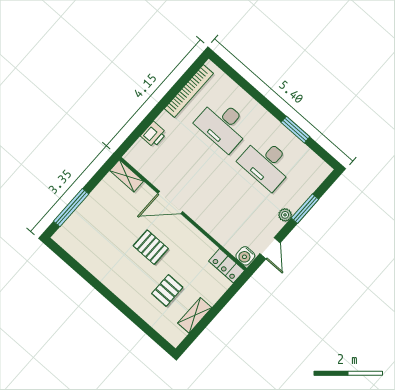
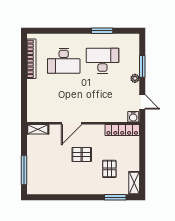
printer: (154, 134) -> (33, 96), removed
desk: (266, 163) -> (102, 61), turned 180
locker: (227, 266) -> (122, 130), width x1.53
shelving: (195, 315) -> (134, 183), moved
window: (146, 328) -> (115, 197), added

